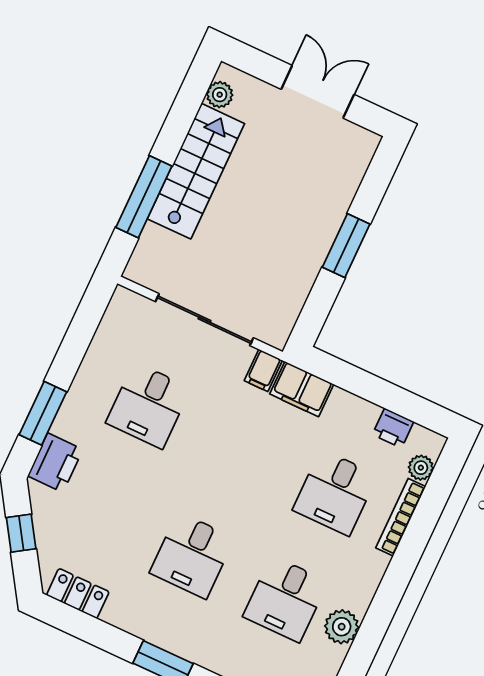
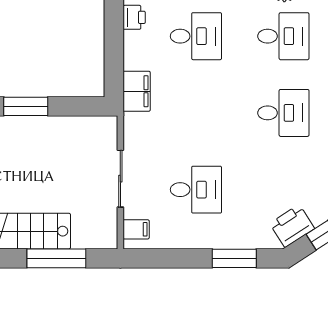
sliding door: (204, 320) -> (120, 179), width x0.73
filing cabinet: (263, 370) -> (136, 229), moved
printer: (55, 463) -> (292, 226), moved, turned -33

